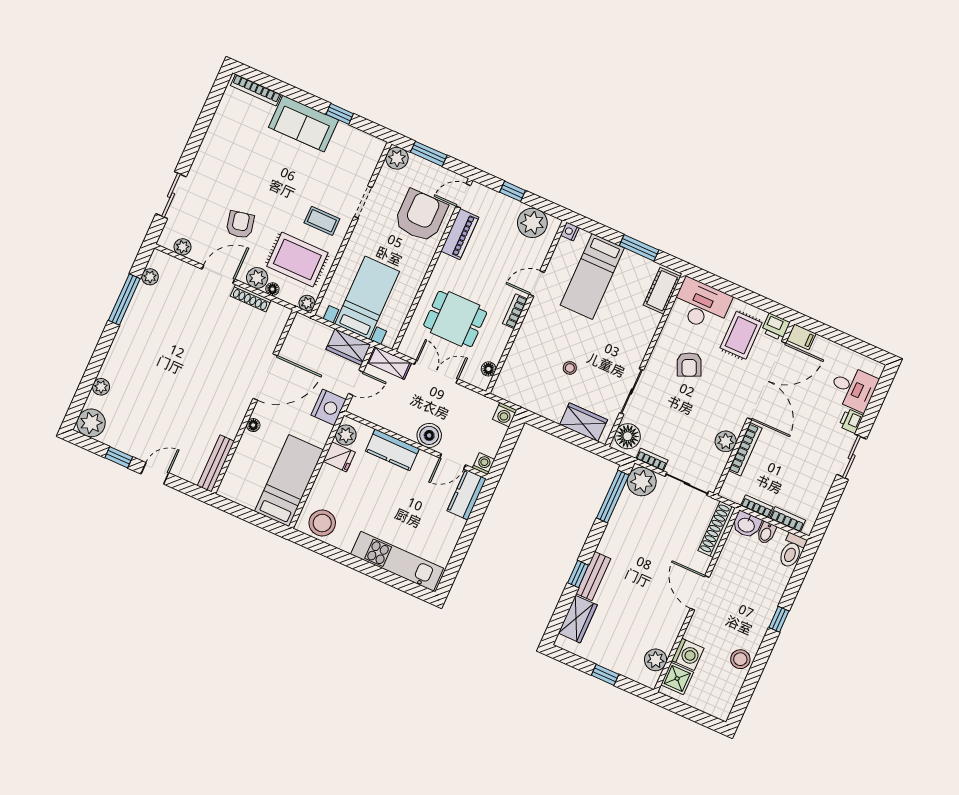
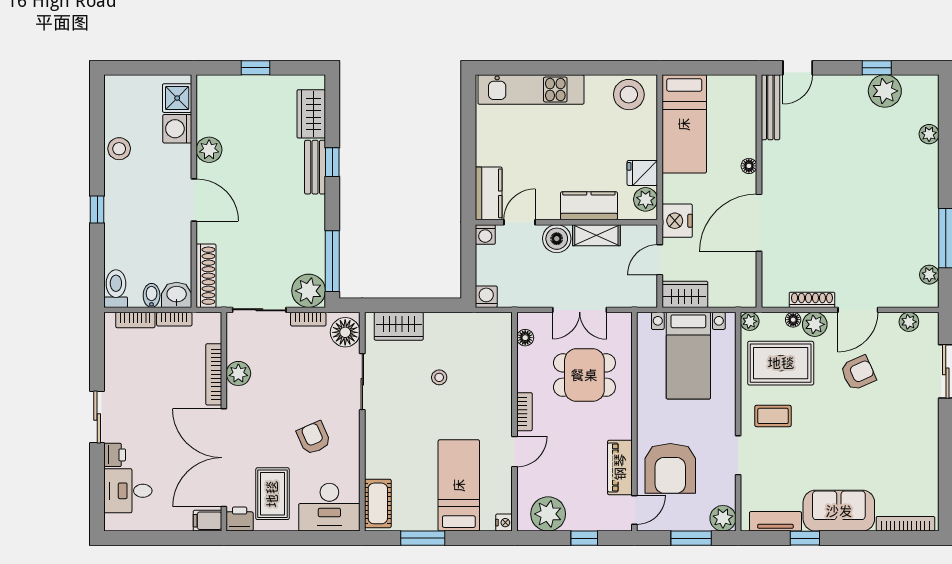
tv unit: (357, 137) -> (775, 521), added
armchair: (240, 225) -> (858, 373), turned -102
shelving: (389, 363) -> (596, 235), moved
plant: (91, 423) -> (885, 91), moved
door: (155, 473) -> (798, 68), moved
plant: (656, 660) -> (209, 150), moved

